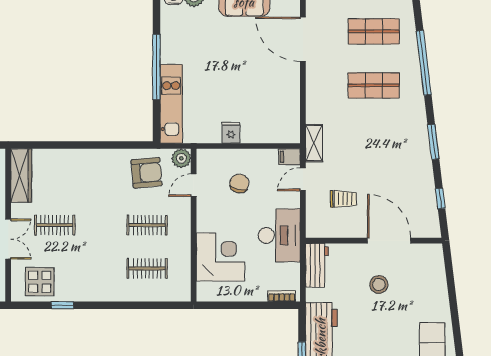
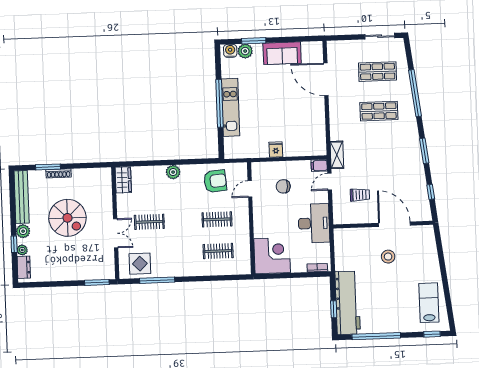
kitchen unit: (171, 104) -> (230, 107), moved
plant: (181, 158) -> (173, 172), moved
wardrobe: (21, 176) -> (123, 180), width x0.67
chair: (239, 183) -> (283, 186), turned -99
corner desk: (221, 257) -> (272, 256), moved
workbench: (317, 265) -> (342, 244), removed
window: (62, 305) -> (157, 280), width x2.17

